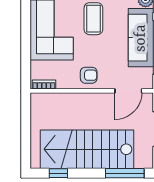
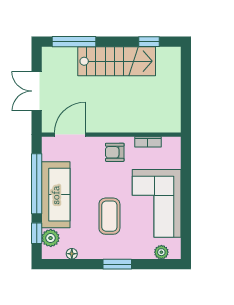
bookcase: (44, 84) -> (148, 142), moved
stairs: (87, 149) -> (117, 61), width x0.73, depth x0.66

